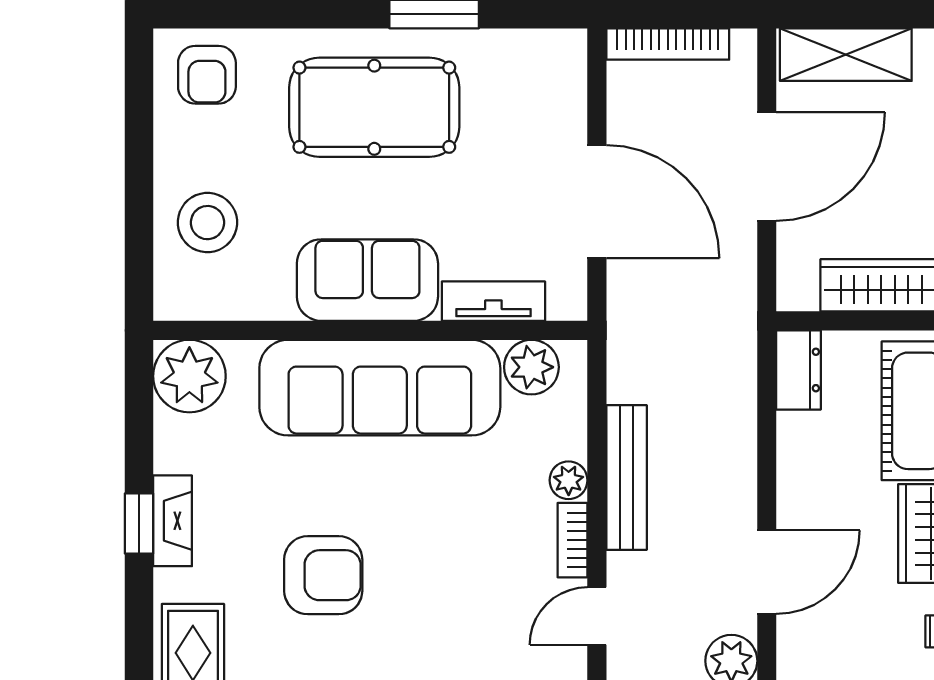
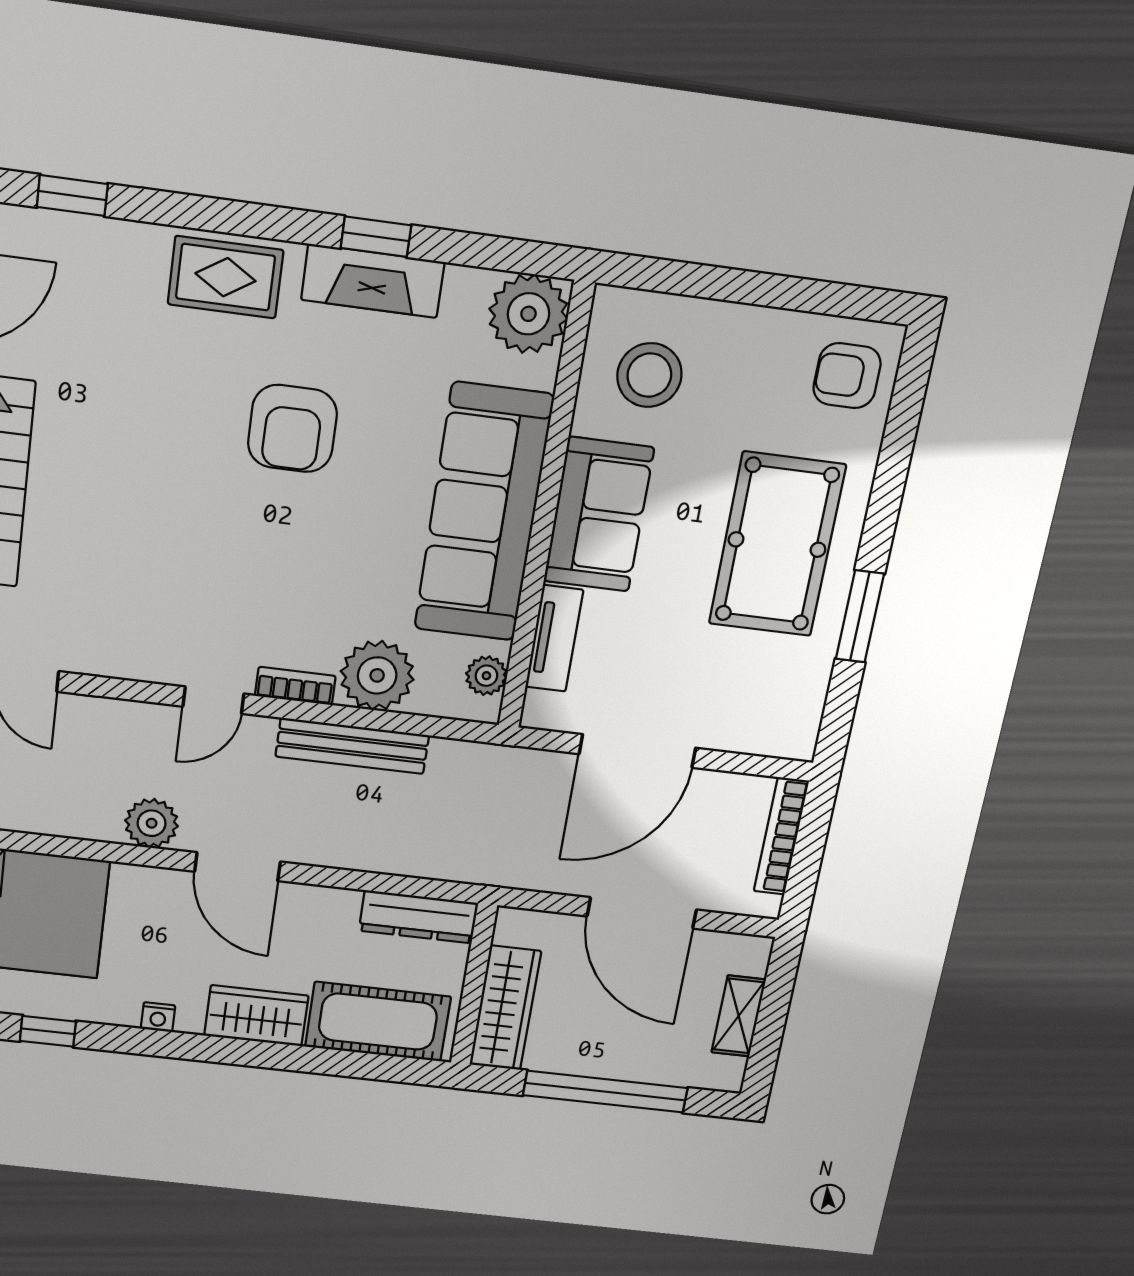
shelving: (846, 55) -> (739, 1016), width x0.67, depth x0.75
stool: (207, 223) -> (649, 375), moved
plant: (531, 367) -> (486, 676), width x0.73, depth x0.73
dresser: (798, 370) -> (418, 917), width x1.44
plant: (569, 480) -> (377, 675), width x1.88, depth x1.88
fireplace: (173, 521) -> (373, 281), width x1.37, depth x1.32
door: (597, 616) -> (213, 700), swing flipped

